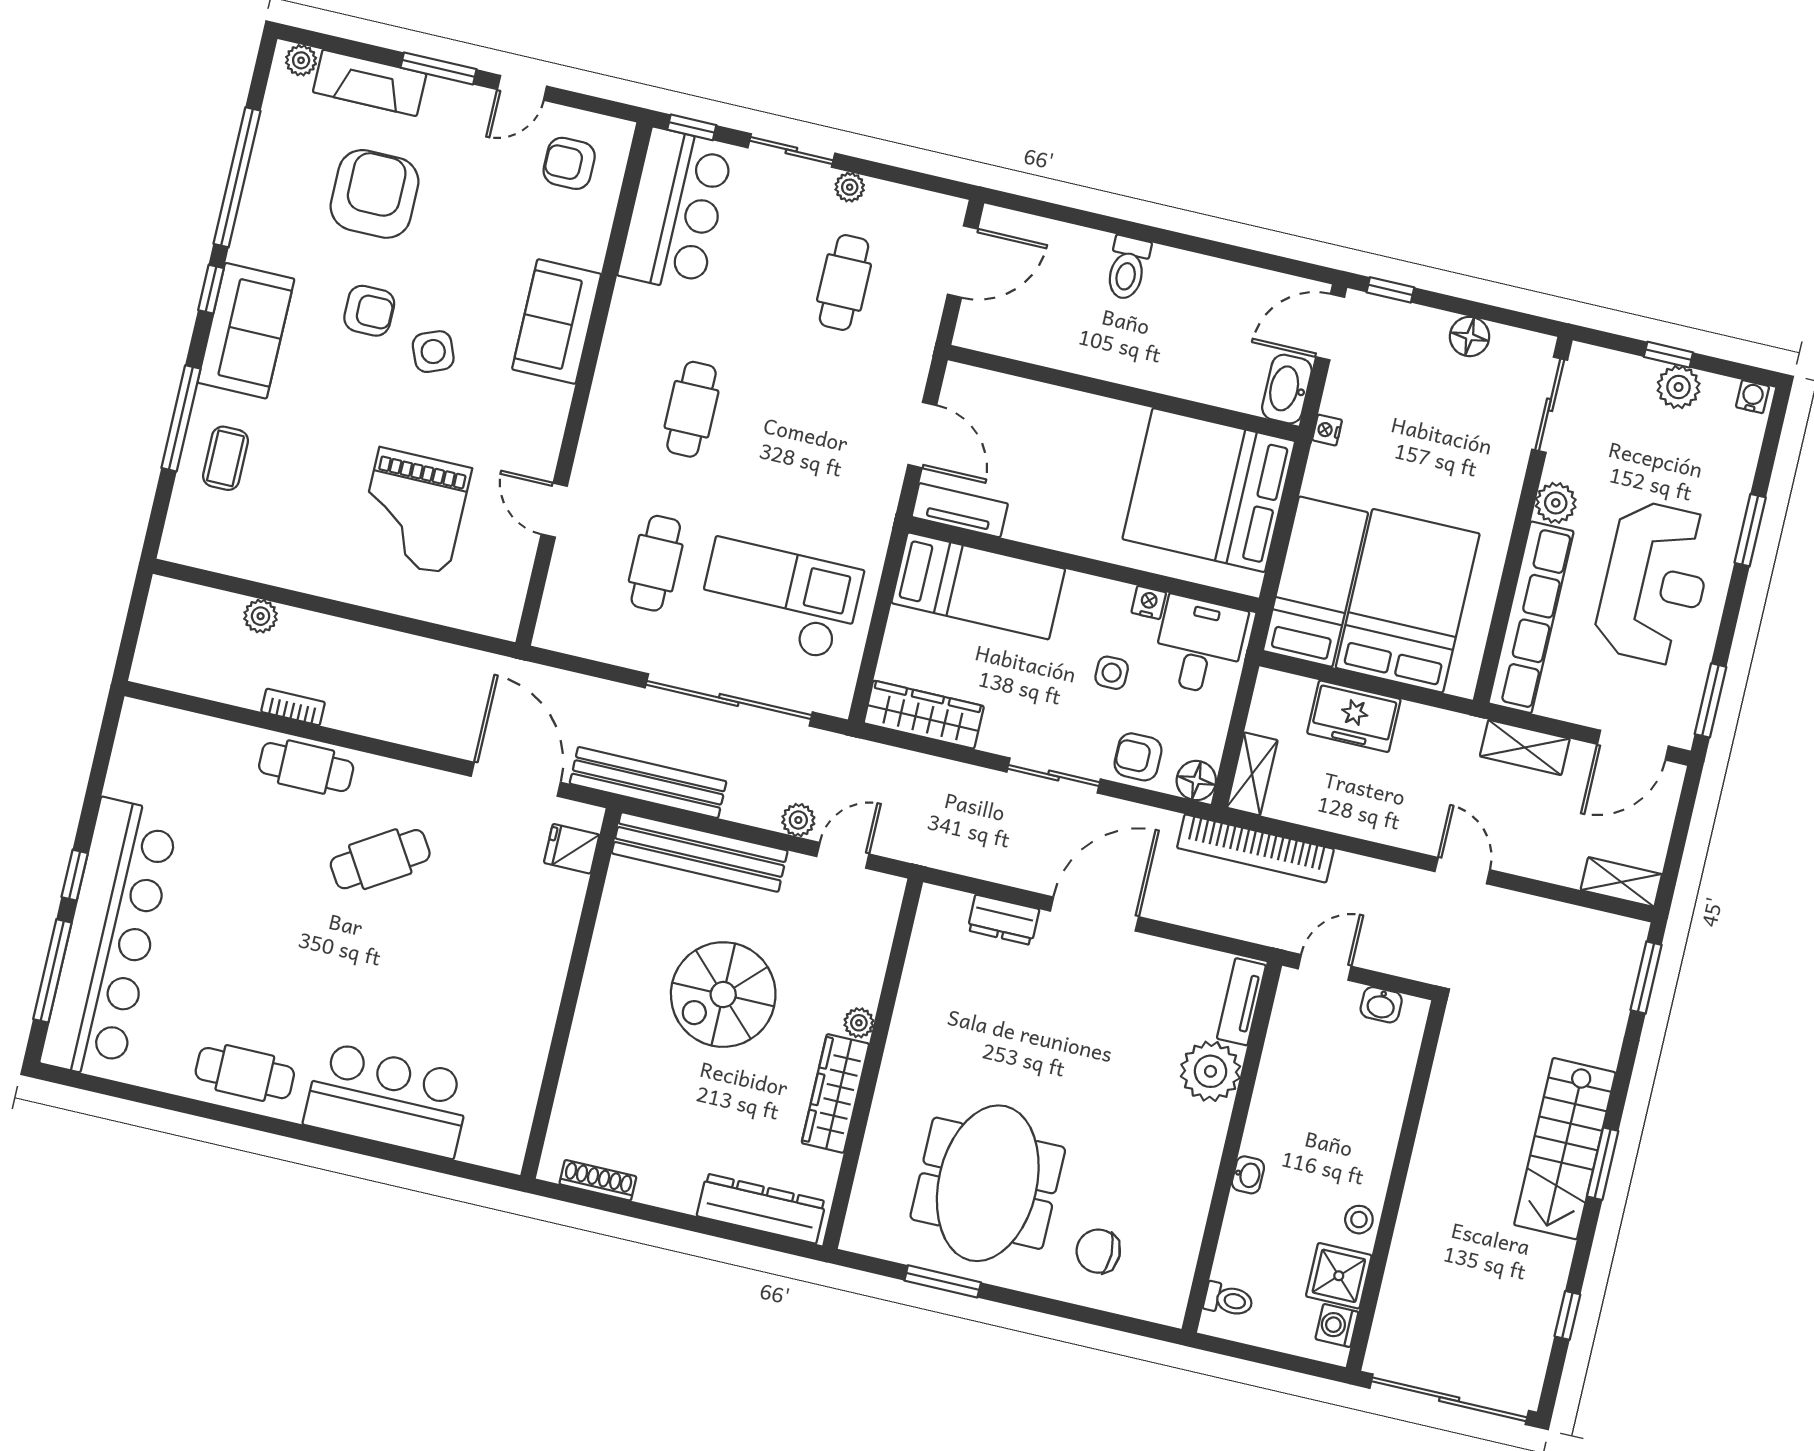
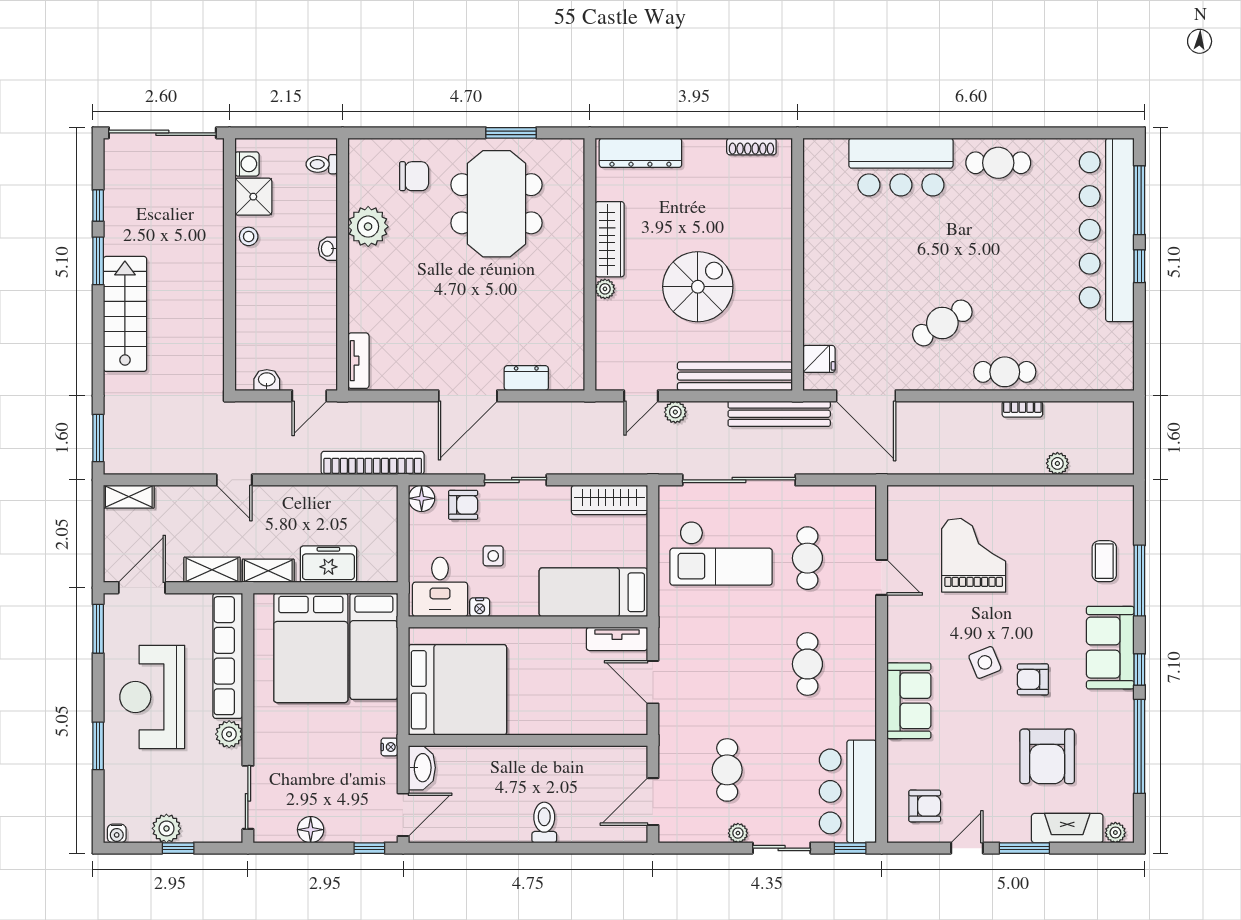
shelving: (1252, 774) -> (268, 571), moved, turned 90
plant: (1210, 1071) -> (368, 227), moved
window: (1603, 1164) -> (98, 261), moved

